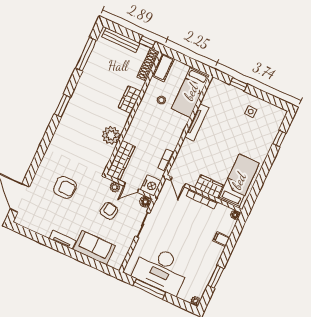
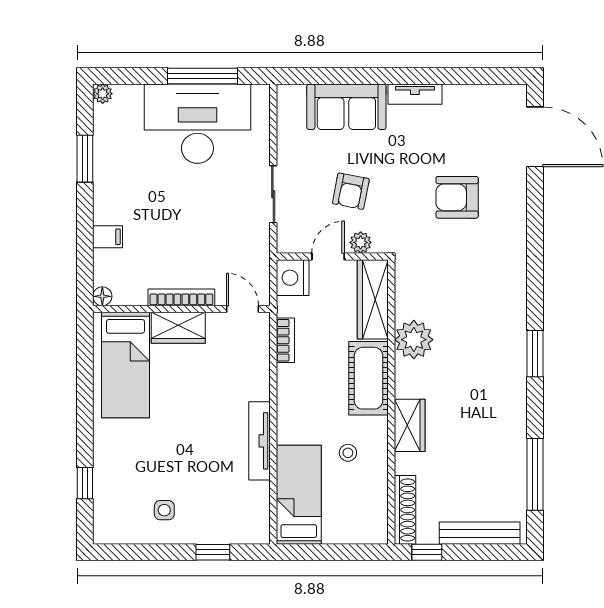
cot: (163, 68) -> (368, 378), moved, width x1.37, depth x1.34
floor lamp: (145, 202) -> (288, 241), removed

